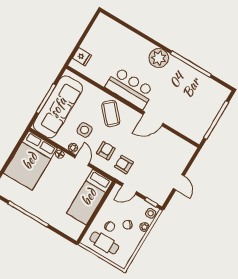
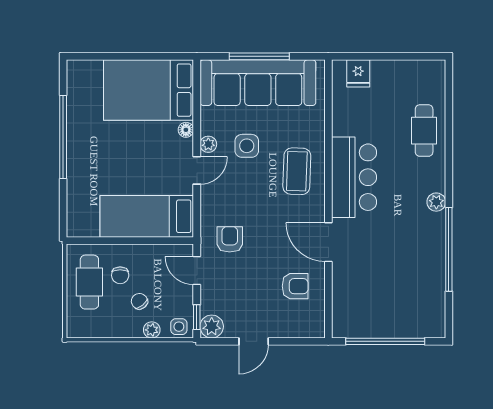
cafe table: (128, 42) -> (424, 131), added
plant: (159, 58) -> (436, 202), width x0.53, depth x0.53
coffee table: (111, 114) -> (297, 171), turned -46
armchair: (106, 151) -> (295, 286), moved
plant: (160, 198) -> (212, 326), added

